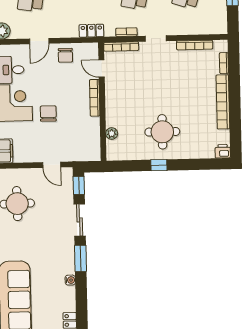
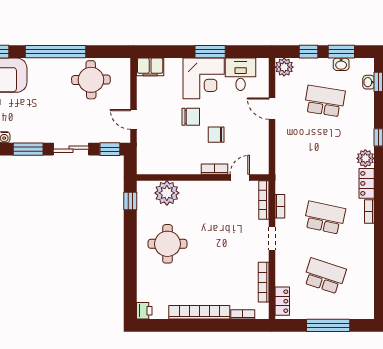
locker: (91, 31) -> (282, 301), moved
chair: (65, 55) -> (216, 135), moved
bookcase: (95, 98) -> (215, 169), width x0.64
plant: (112, 134) -> (167, 193), width x1.87, depth x1.87
door: (52, 165) -> (133, 119), hinge flipped
window: (159, 165) -> (130, 201), moved

